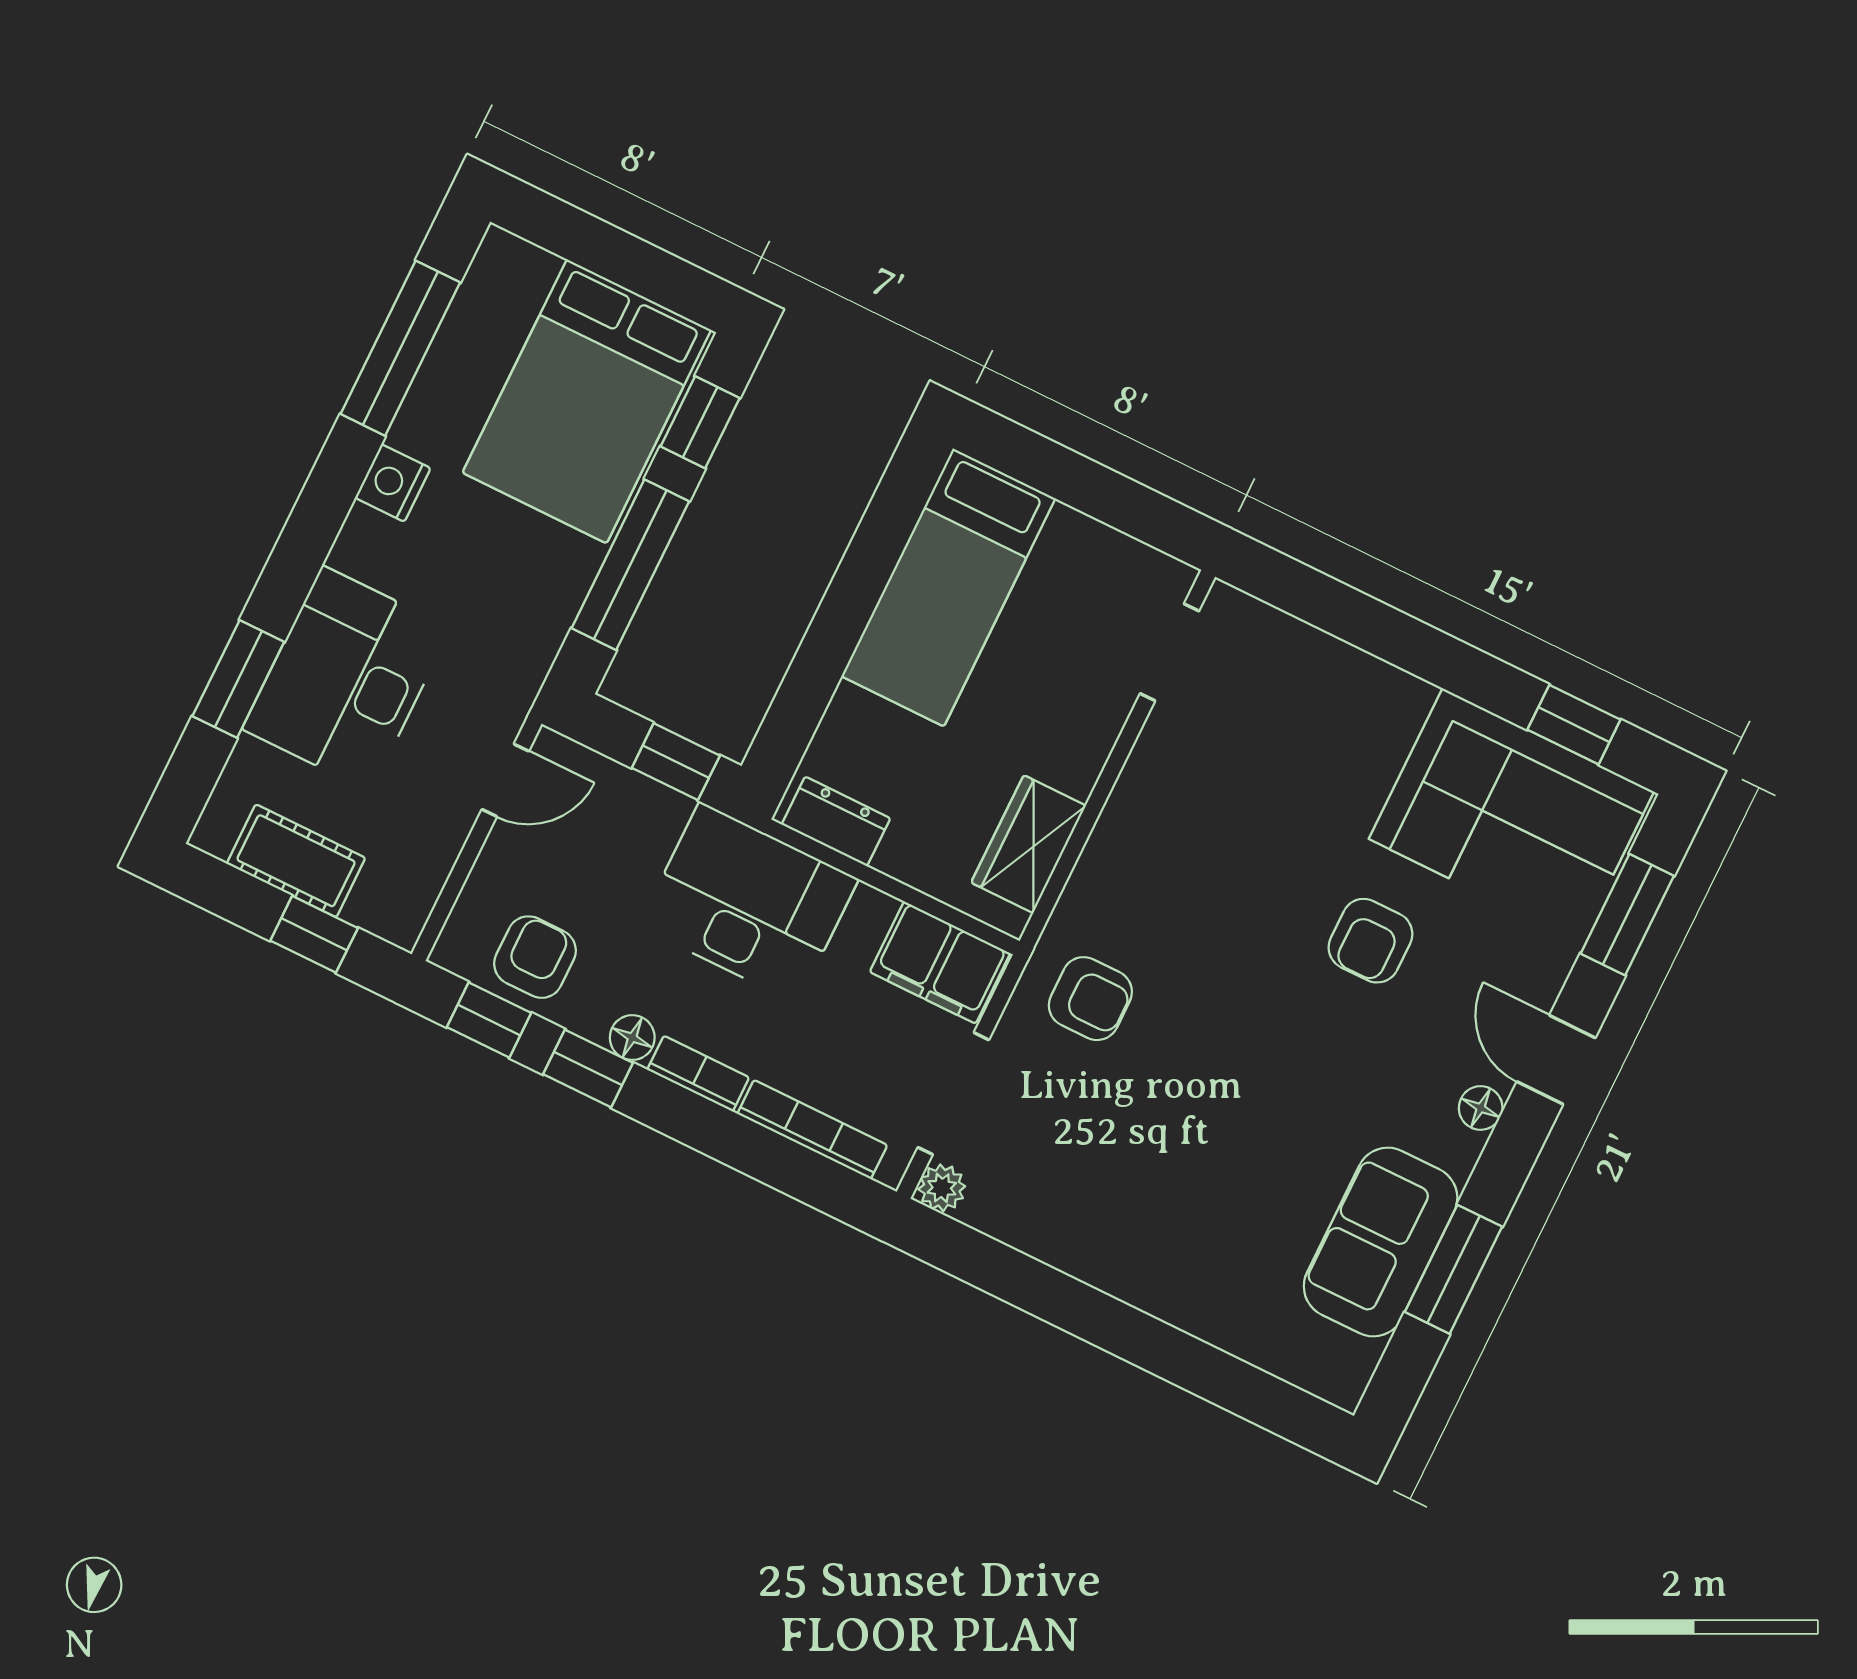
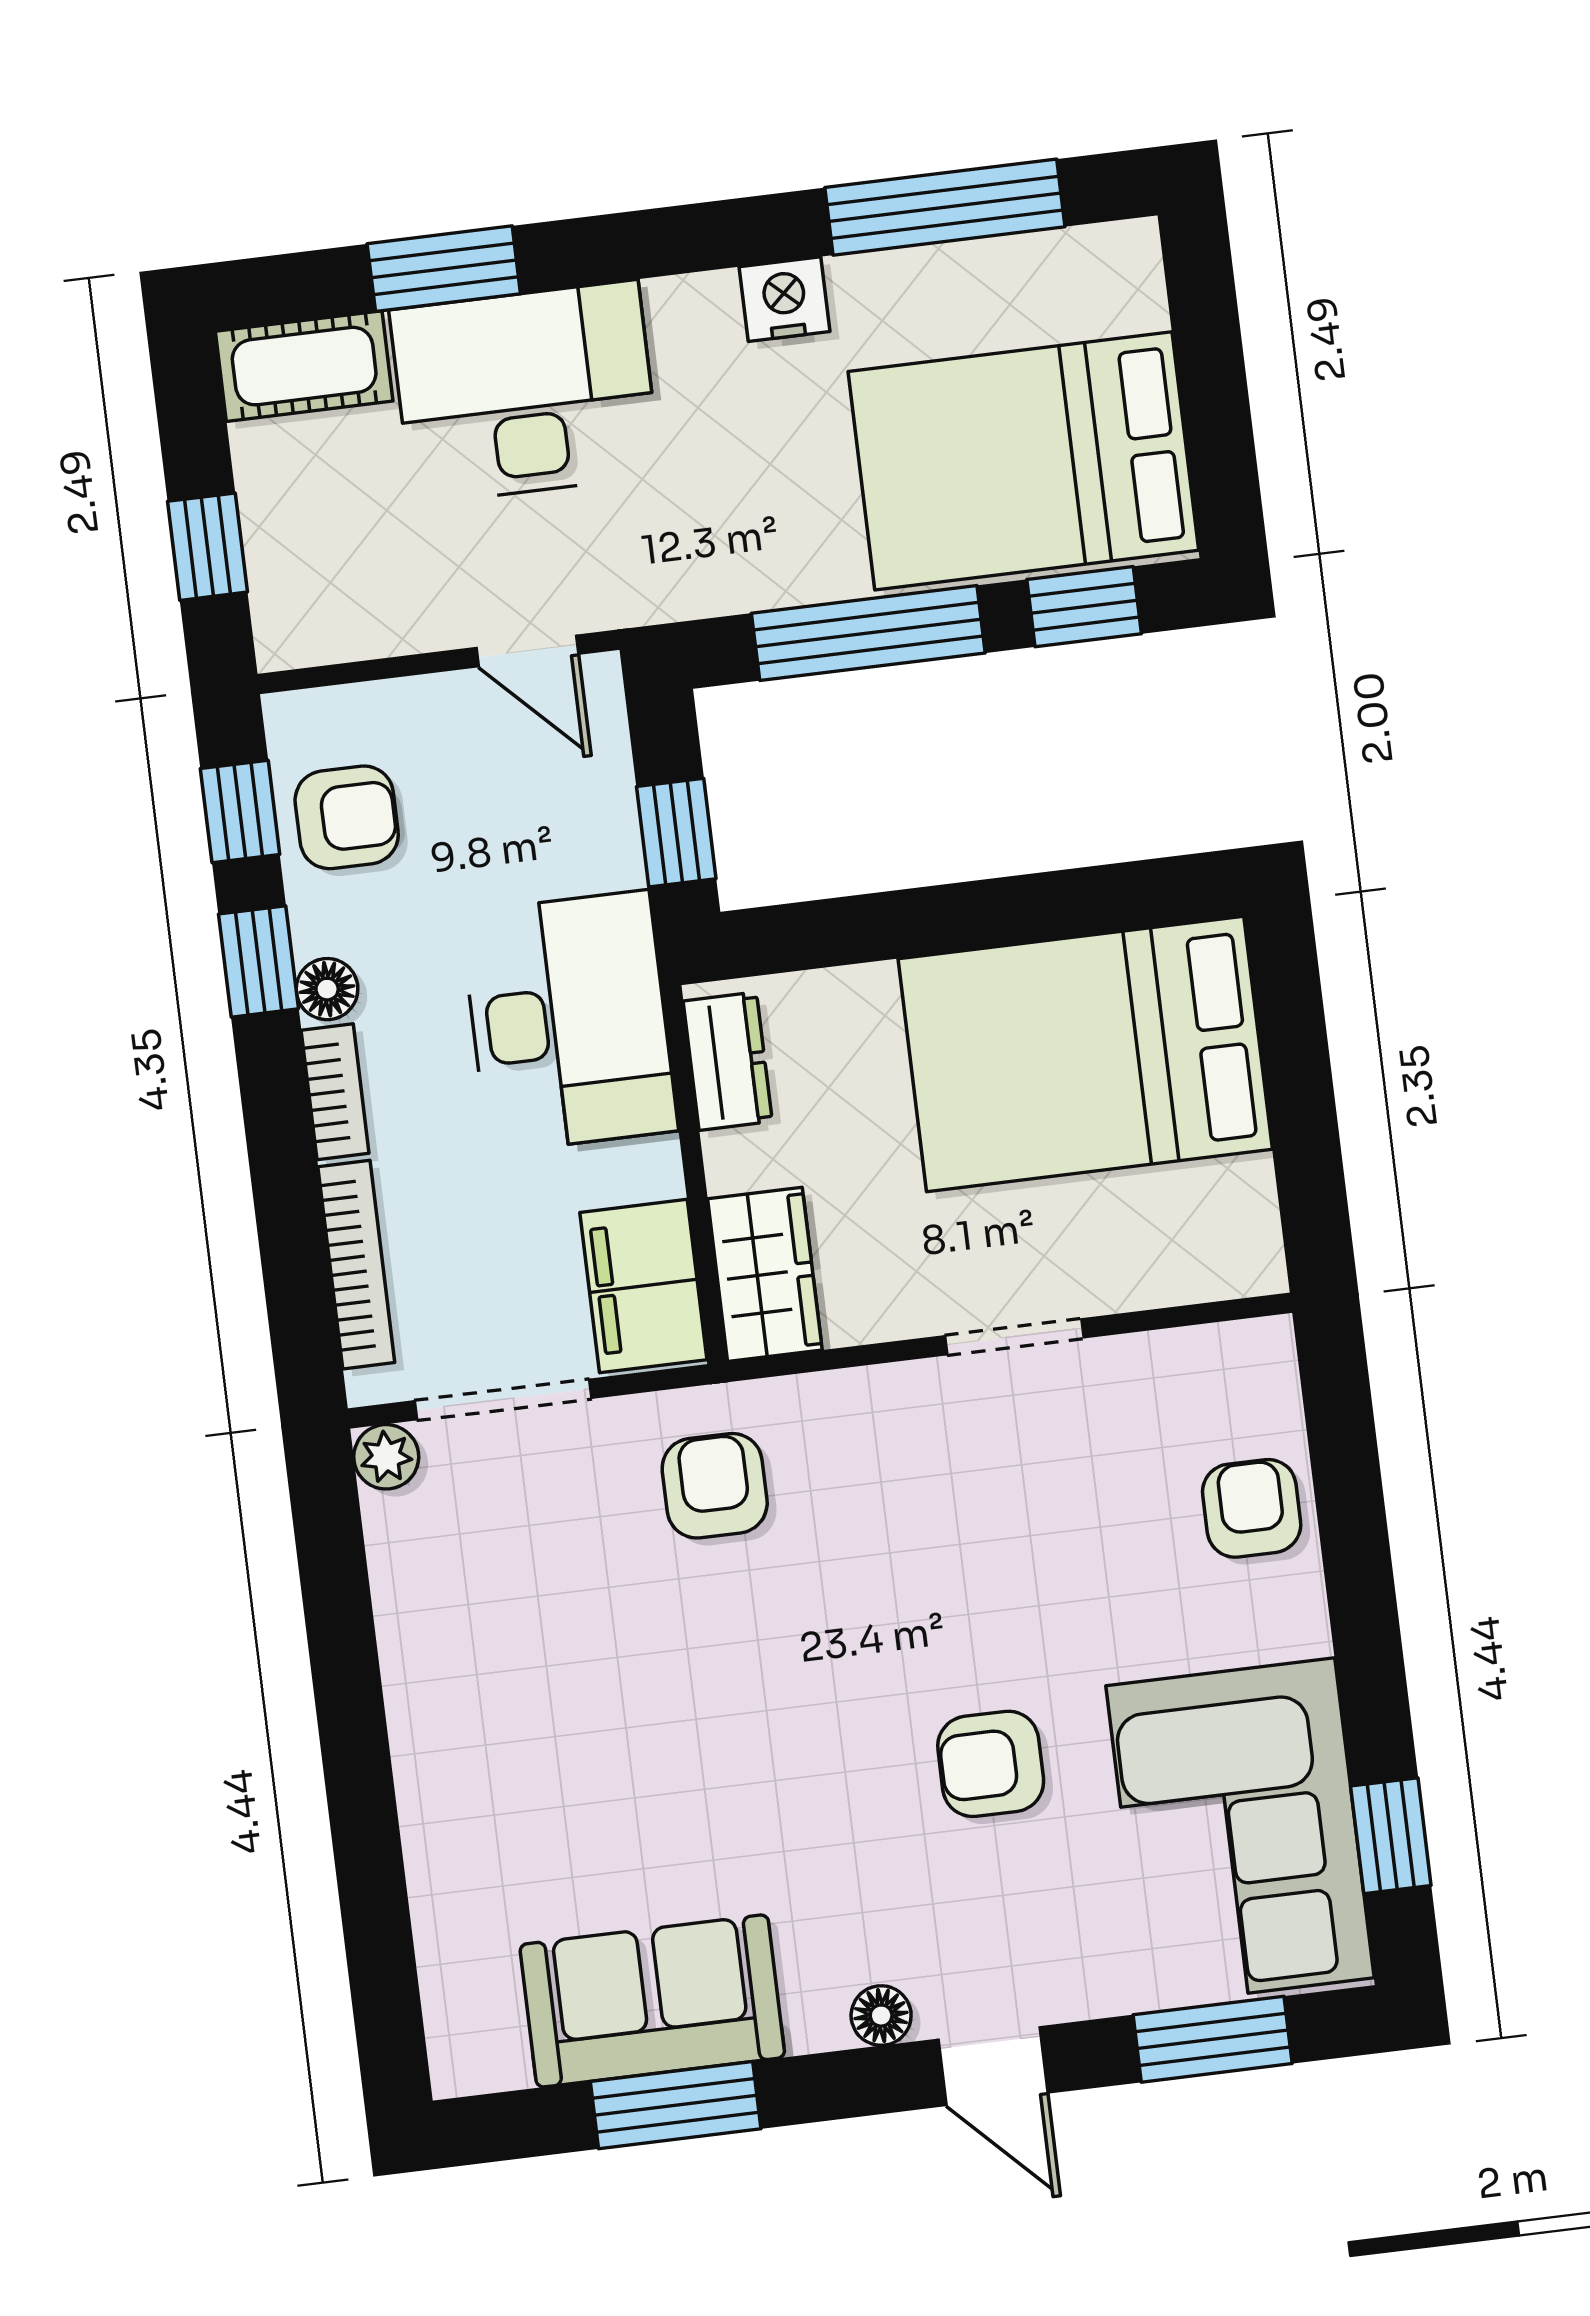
bed: (948, 587) -> (1085, 1054), width x1.50
doorway: (1170, 652) -> (1014, 1337), moved
armchair: (1318, 679) -> (1252, 1508), added
wardrobe: (1029, 844) -> (765, 1274), moved, turned 90
cot: (296, 861) -> (304, 366), moved, turned 90
armchair: (1090, 999) -> (715, 1486), turned 180
door: (1556, 1060) -> (993, 2066), swing flipped

